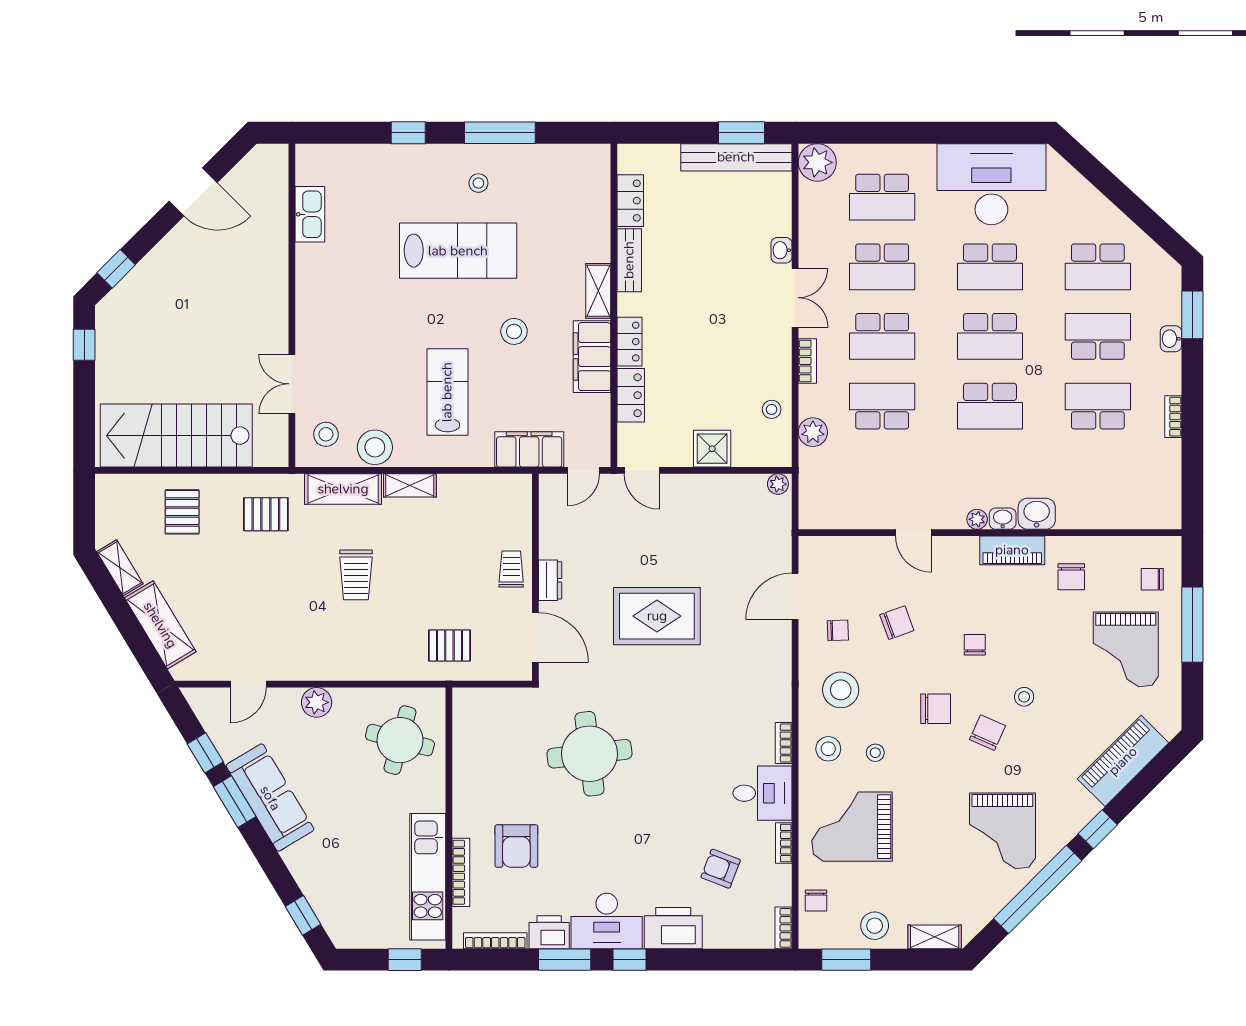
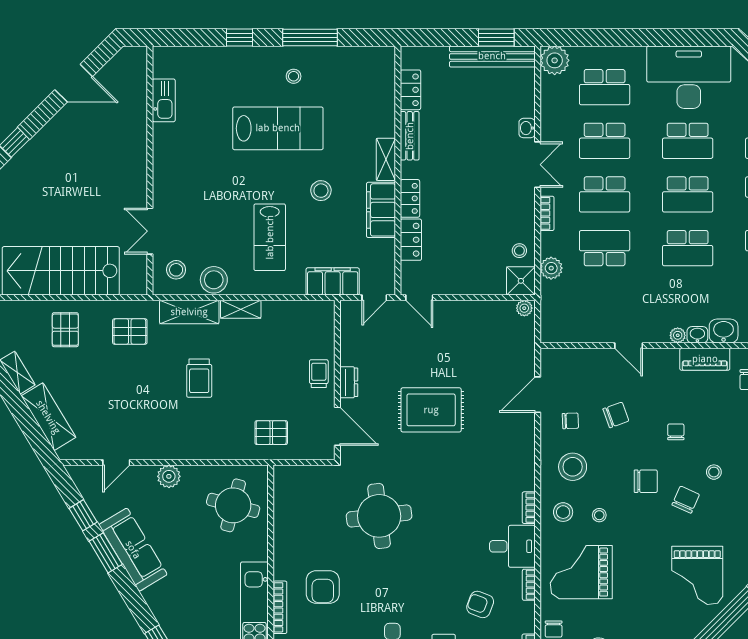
lab bench: (447, 392) -> (270, 237), turned 180
shower: (712, 449) -> (521, 281), moved

